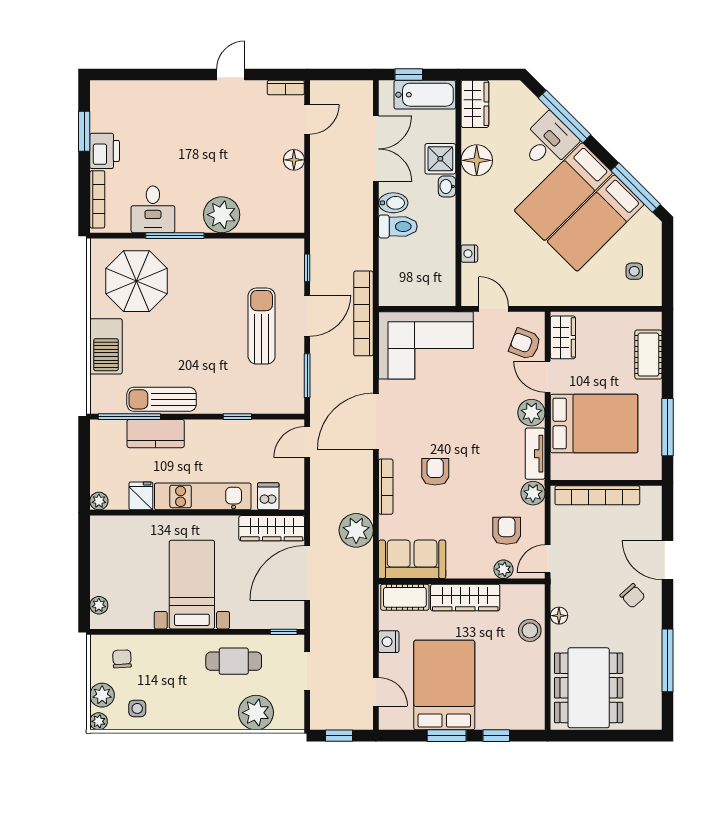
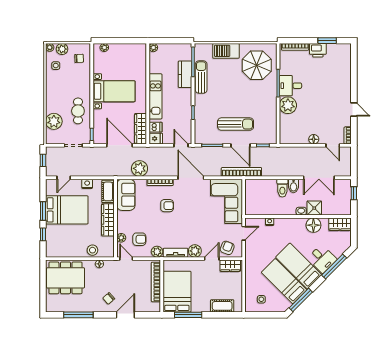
bathtub: (425, 95) -> (344, 201), removed
desk: (153, 209) -> (290, 86), moved
bed: (594, 424) -> (177, 292), moved, turned 180
fridge: (141, 496) -> (156, 139), moved

